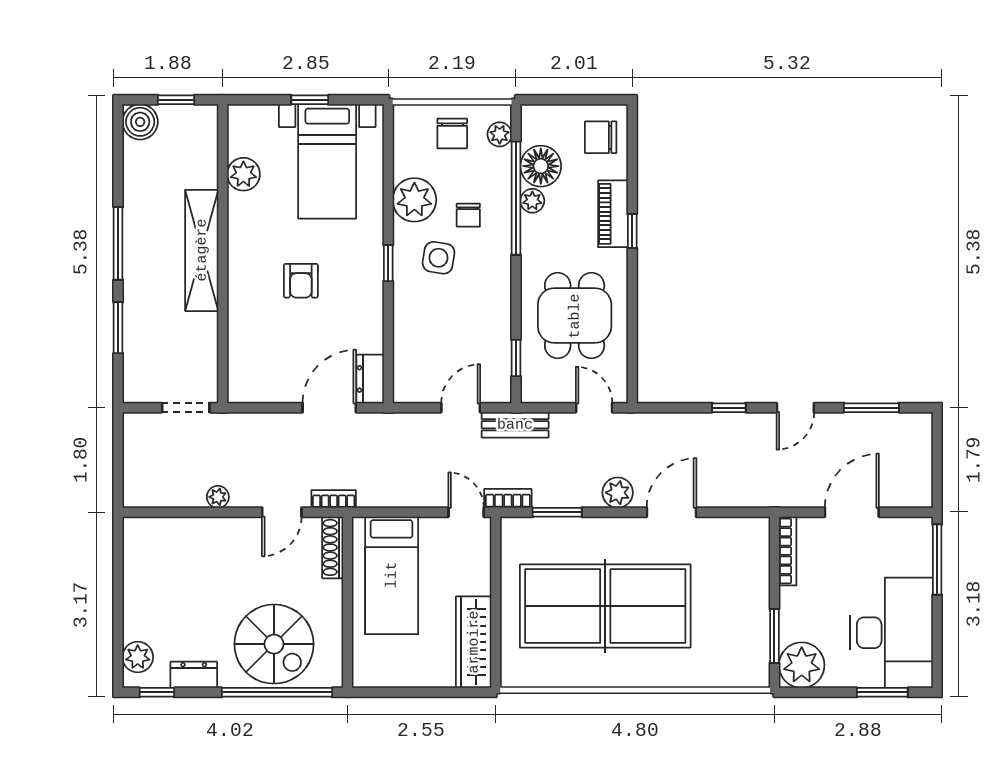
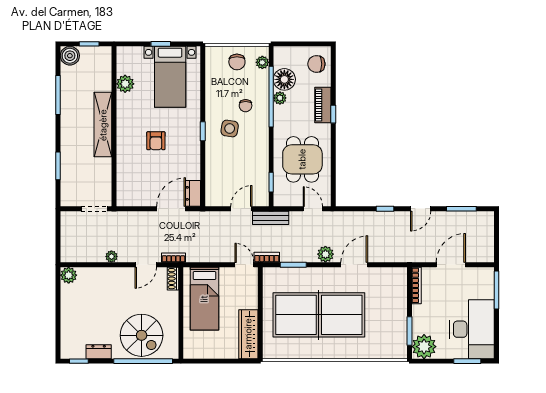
plant: (414, 200) -> (217, 97), removed
window: (118, 243) -> (58, 95), moved
shoe rack: (333, 547) -> (173, 279), width x0.70
plant: (138, 657) -> (69, 275), moved

